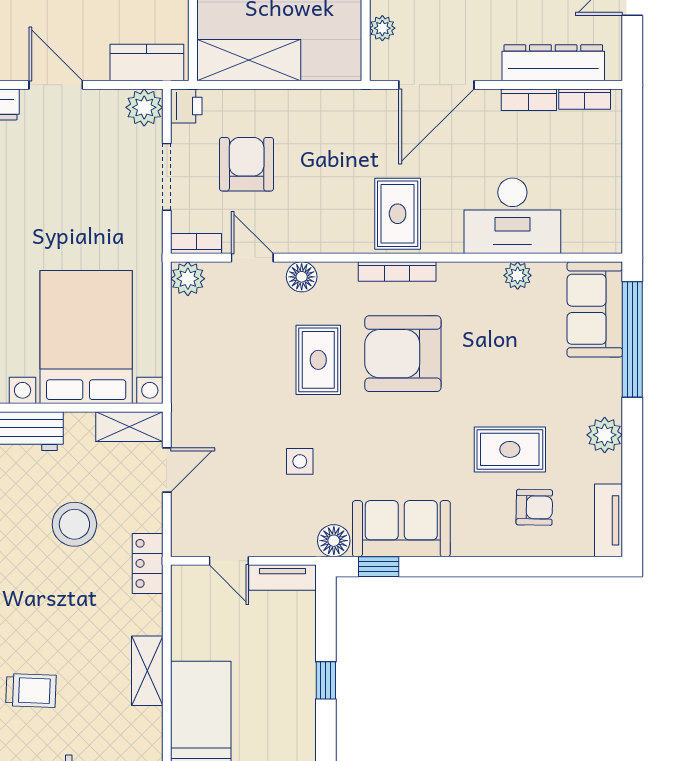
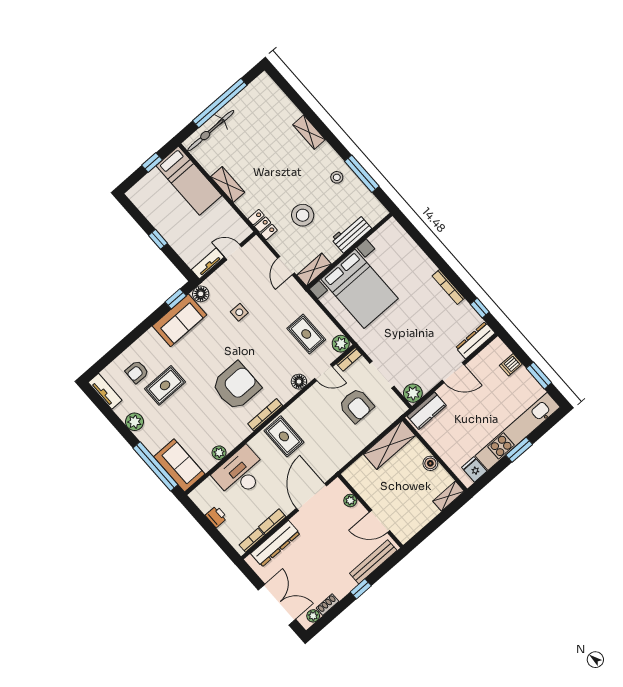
printer: (186, 106) -> (216, 517), moved, turned 180
rug: (318, 360) -> (306, 334), moved
trolley: (31, 691) -> (264, 139), removed

